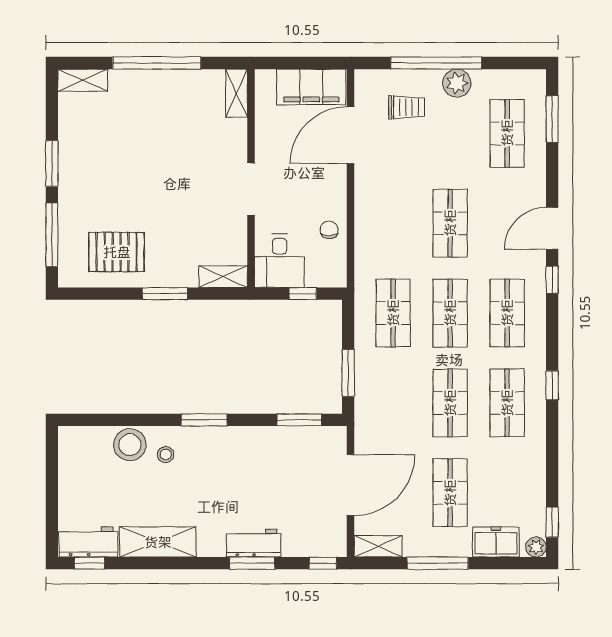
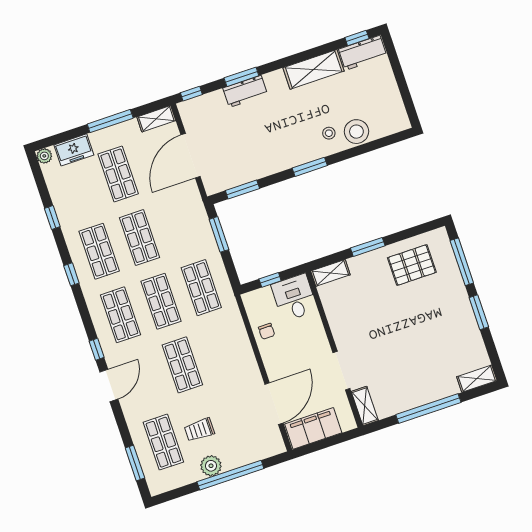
trolley: (407, 107) -> (199, 430), moved
doorway: (251, 189) -> (341, 371), moved
window: (552, 522) -> (52, 218), moved

